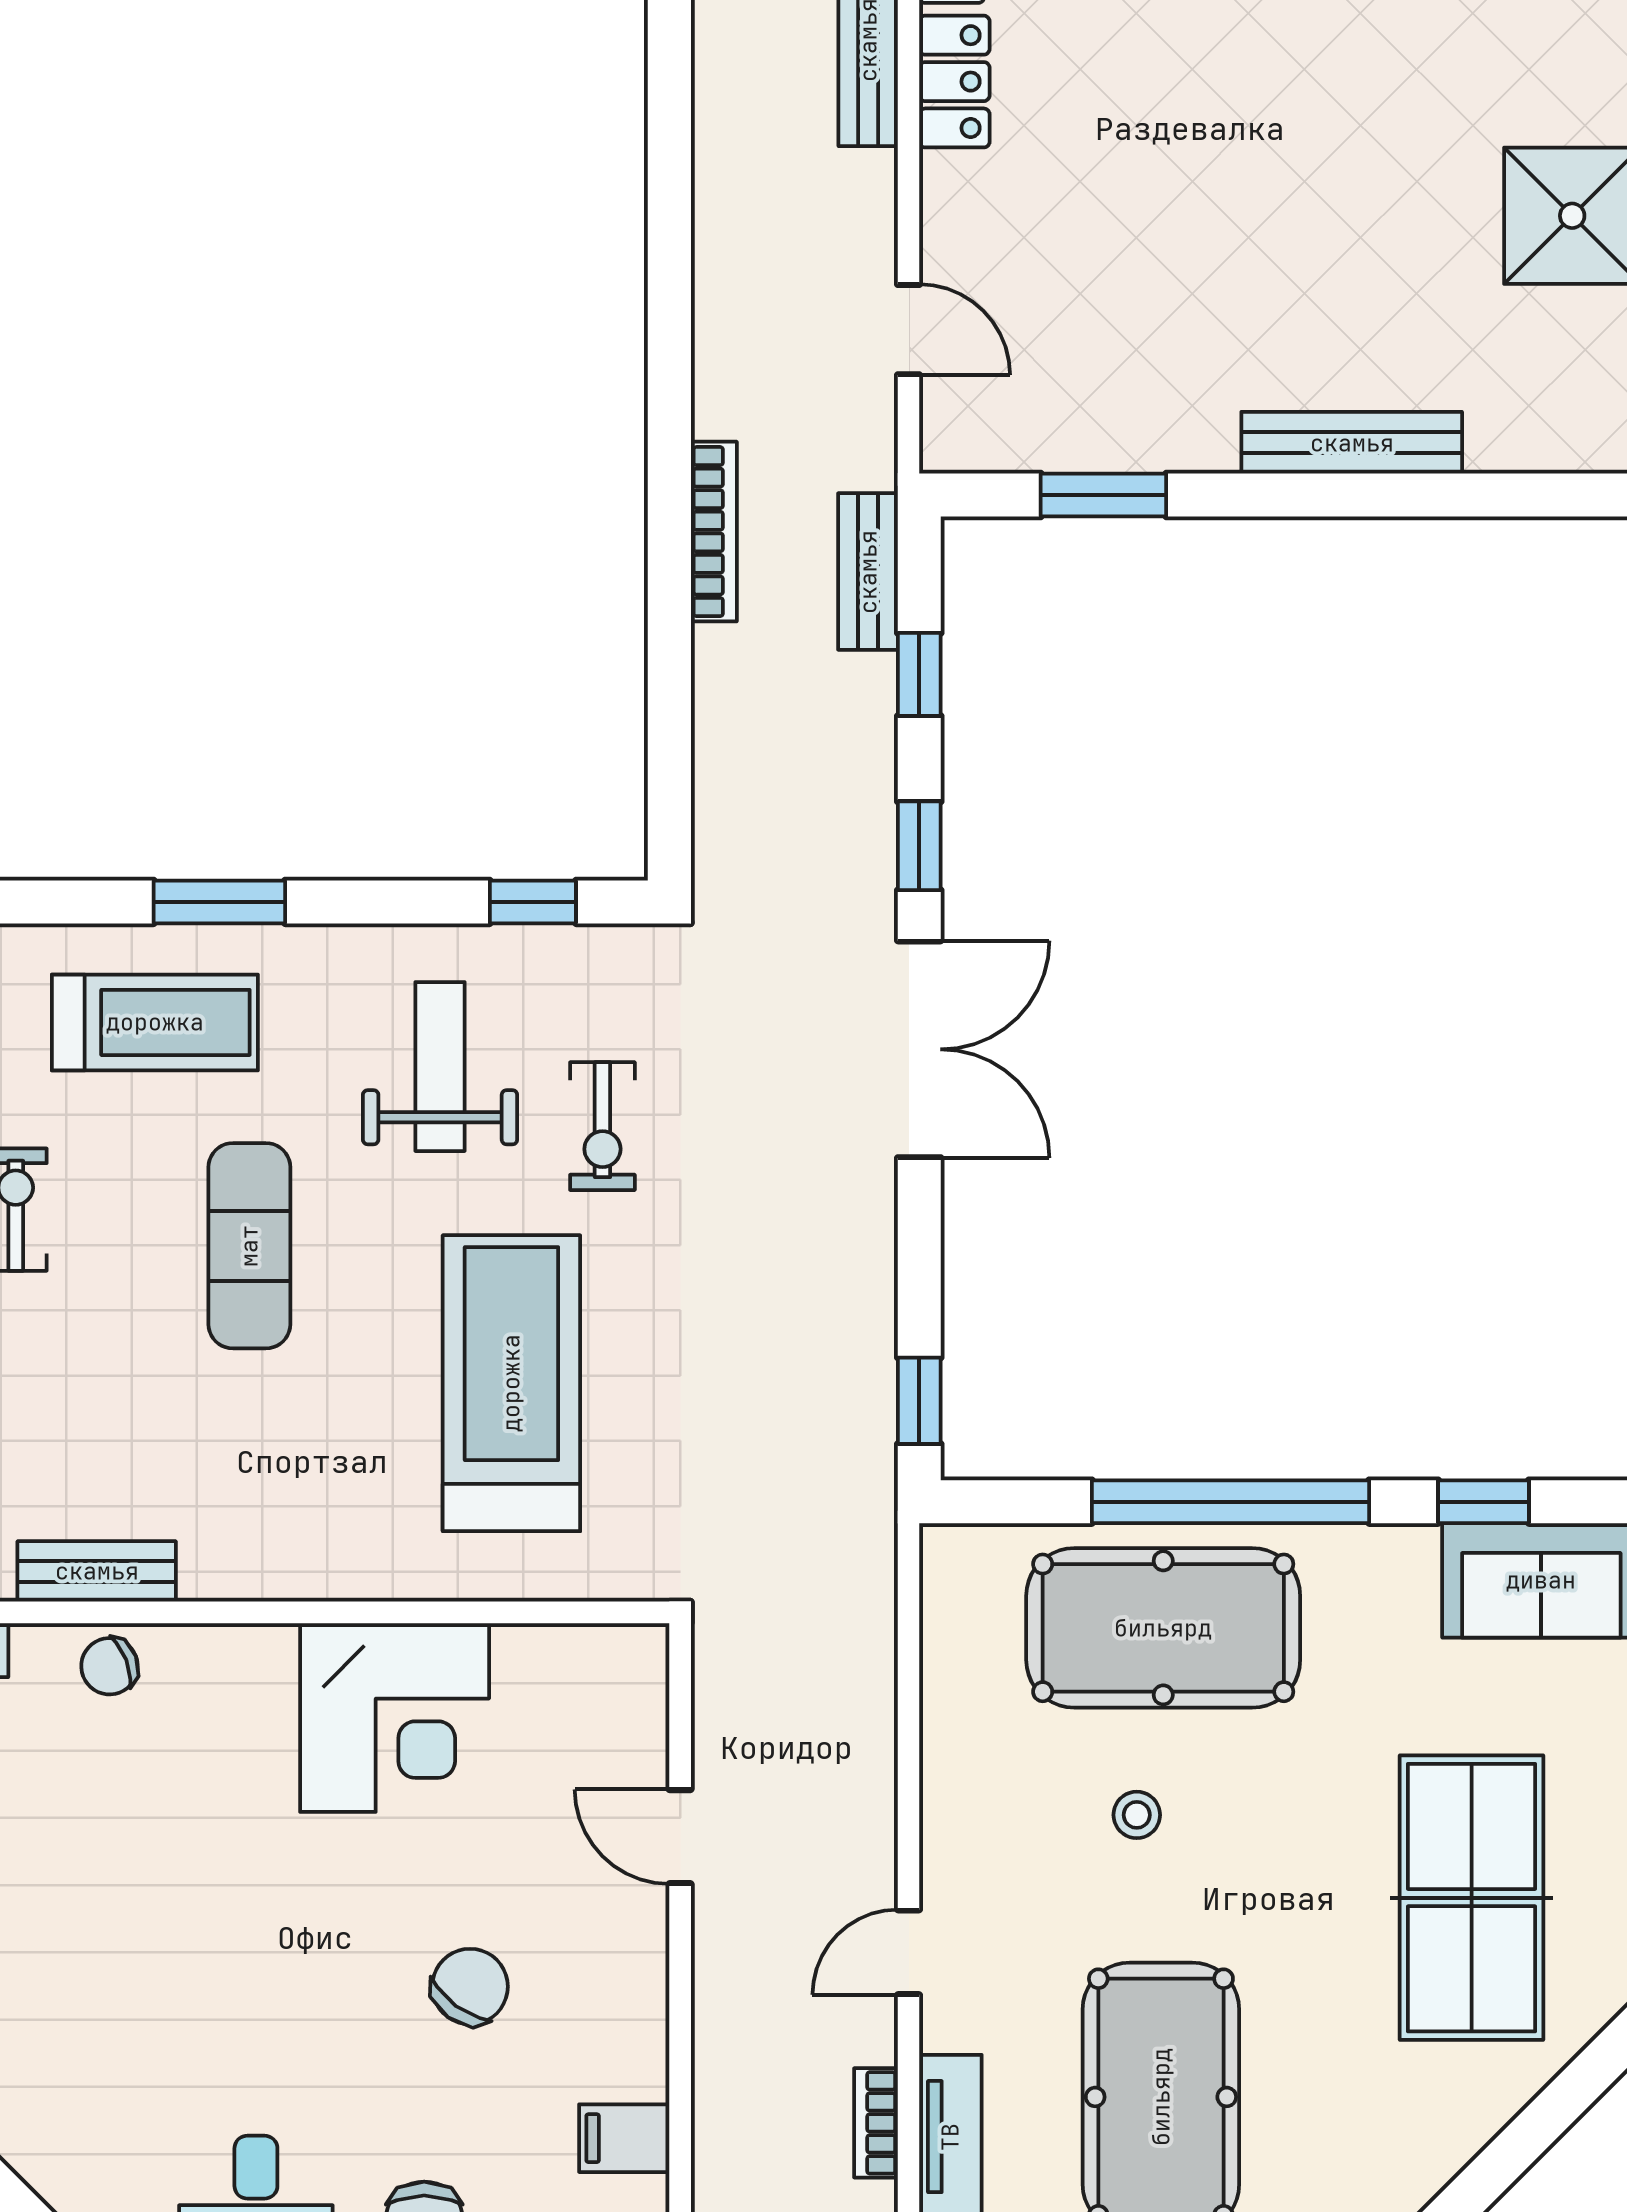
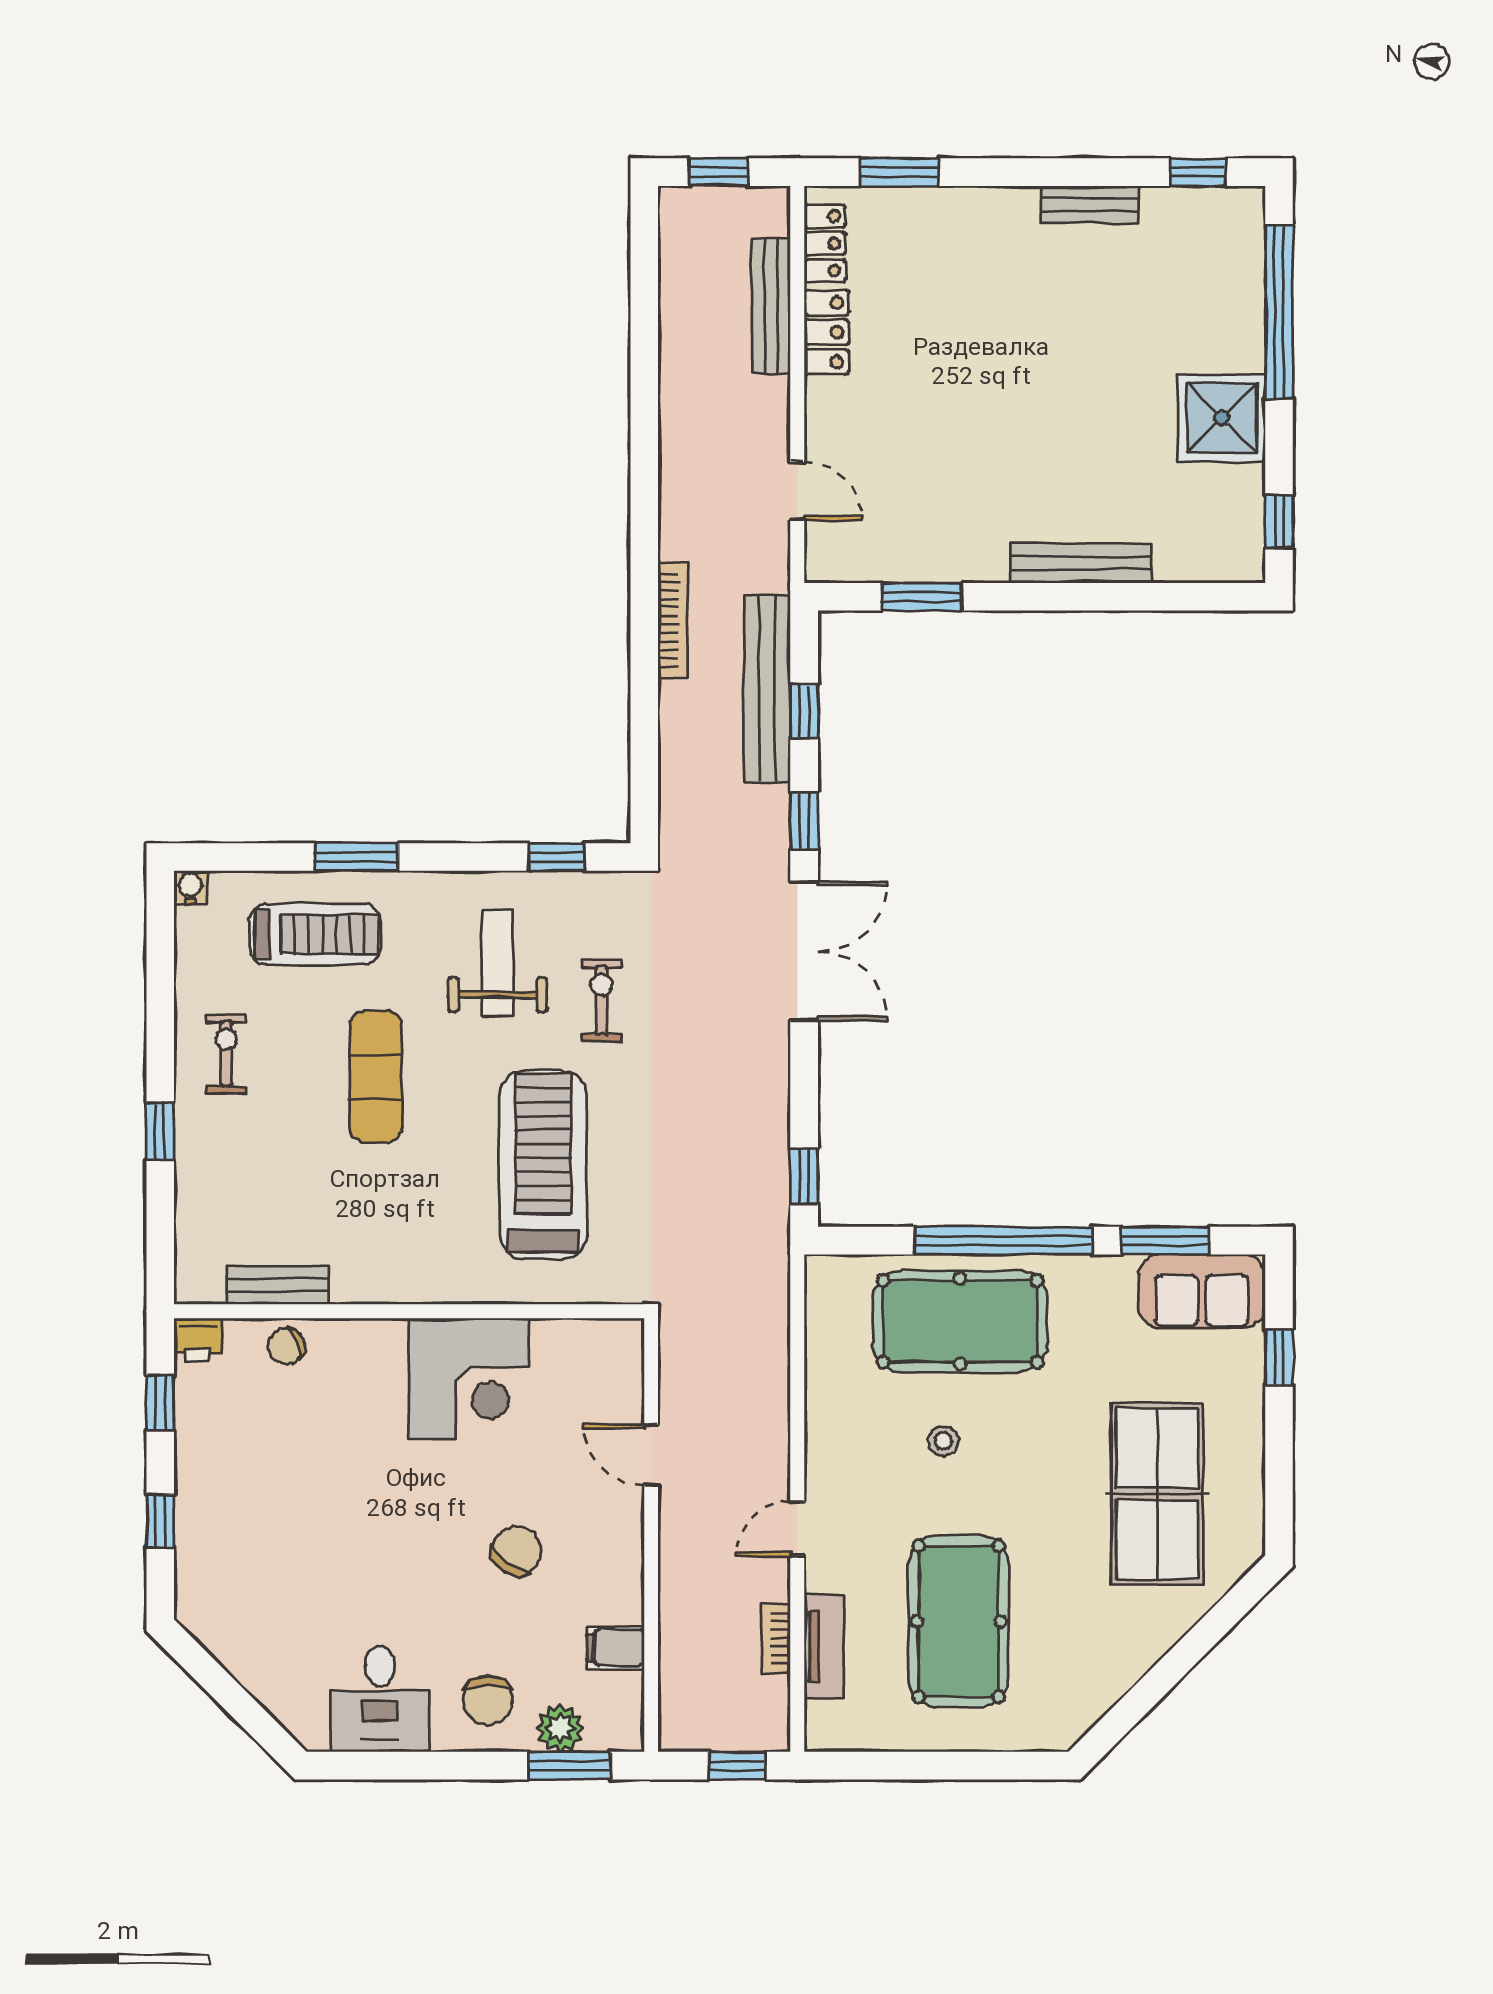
bench: (868, 572) -> (767, 689), width x1.86, depth x1.21
exercise bike: (602, 1126) -> (601, 1000), turned 180
window: (1484, 1502) -> (1165, 1241), width x1.50

